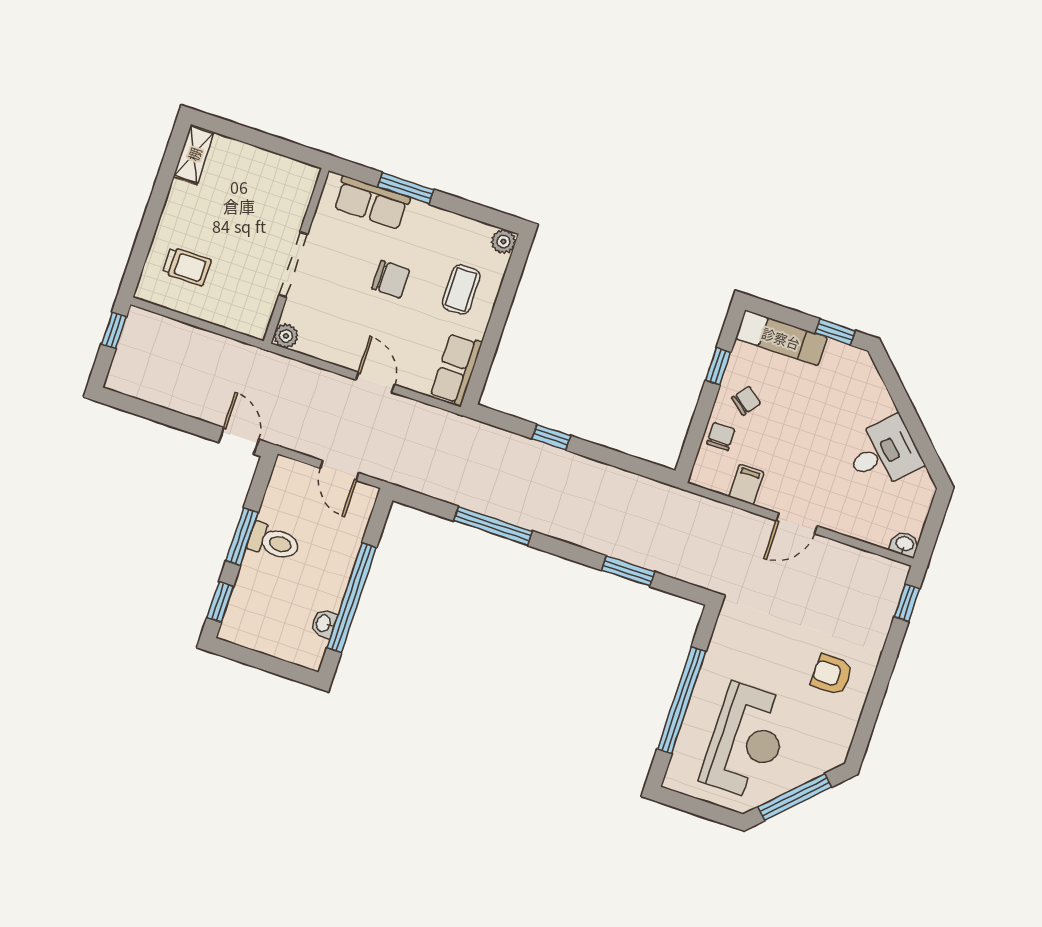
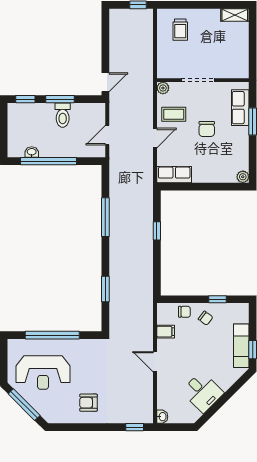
coffee table: (461, 289) -> (174, 114), moved
exam couch: (781, 338) -> (241, 346), moved
armchair: (832, 674) -> (88, 403), turned -90

